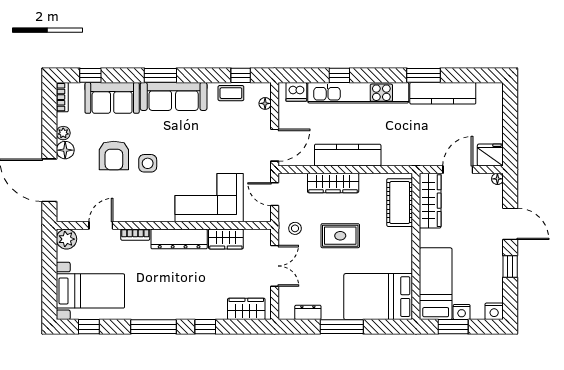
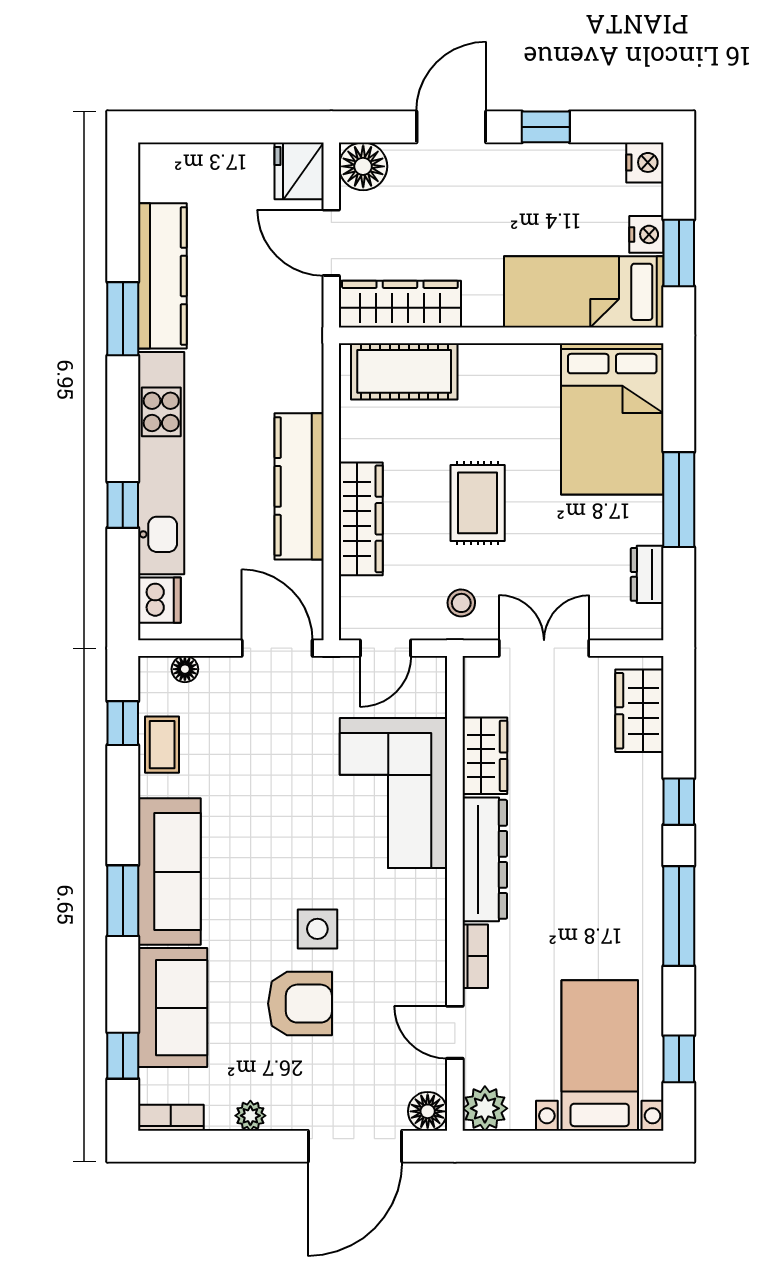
floor lamp: (65, 150) -> (428, 1111), moved
floor lamp: (497, 179) -> (363, 166), width x1.89, depth x1.89

